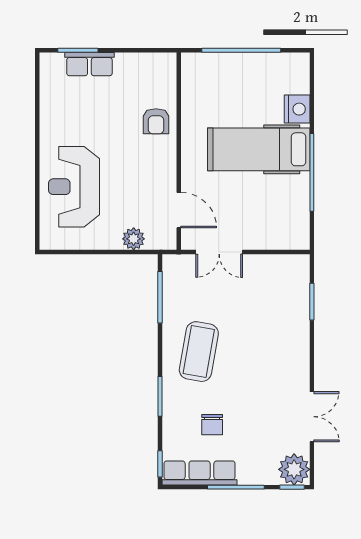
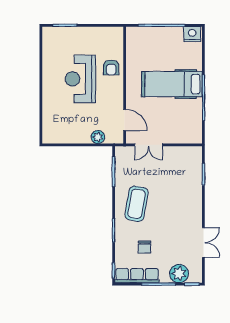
row of seats: (89, 64) -> (72, 34), removed
nightstand: (297, 109) -> (192, 34), moved, turned -90
reception desk: (74, 187) -> (80, 79), moved
plant: (294, 469) -> (179, 274), moved

